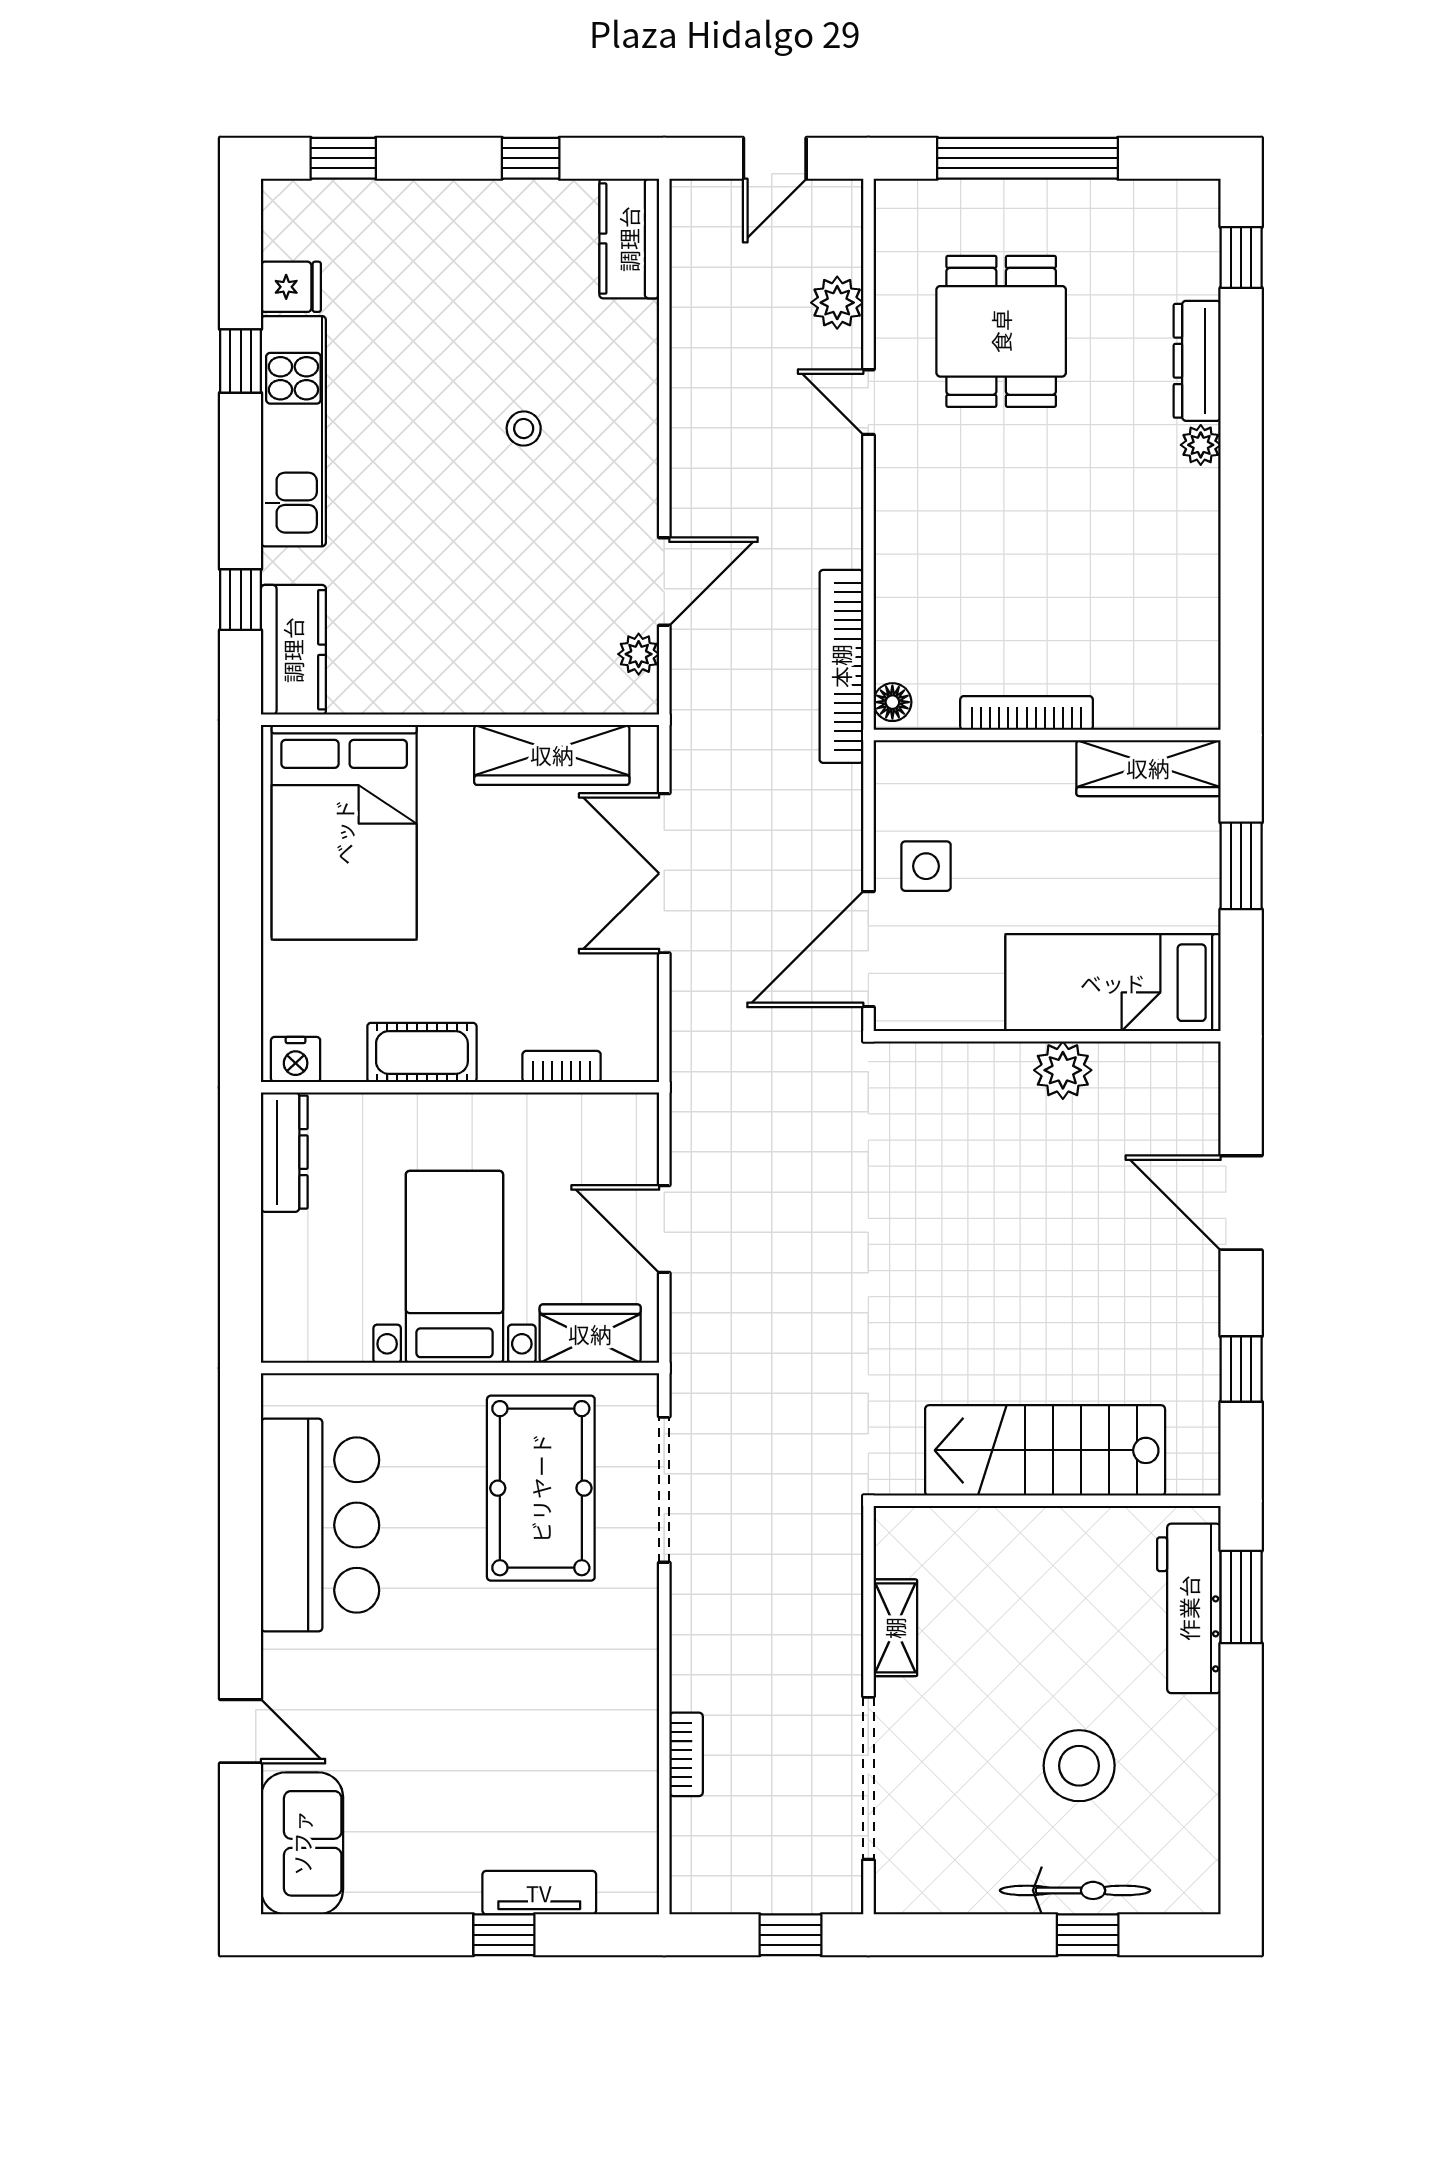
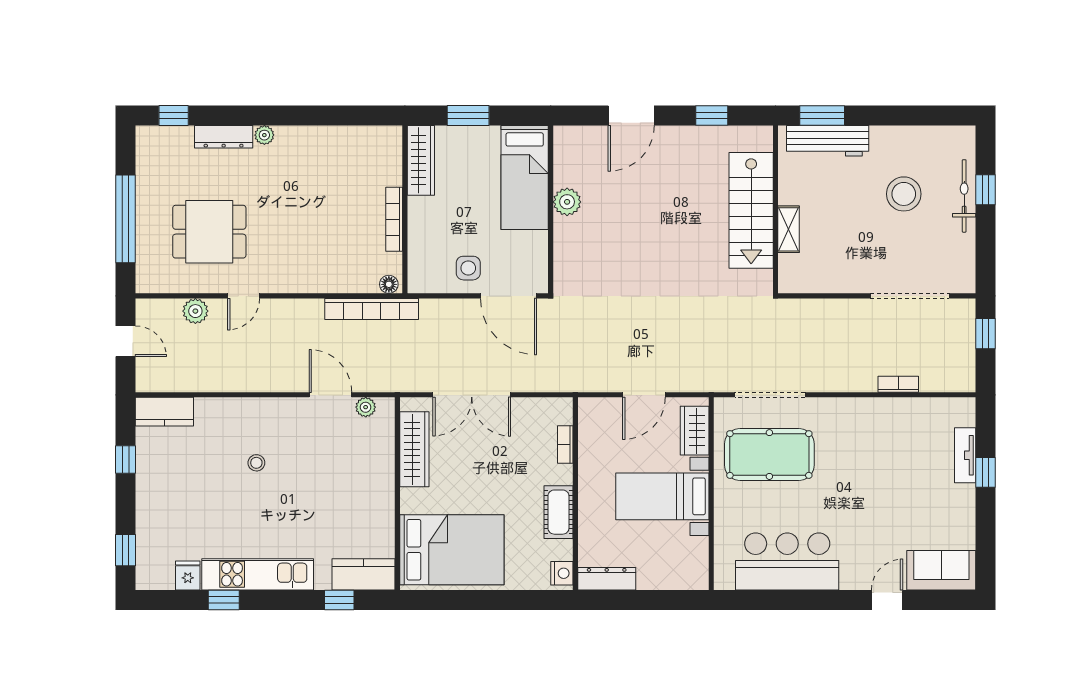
shelving: (895, 1628) -> (789, 229), moved, turned 90

